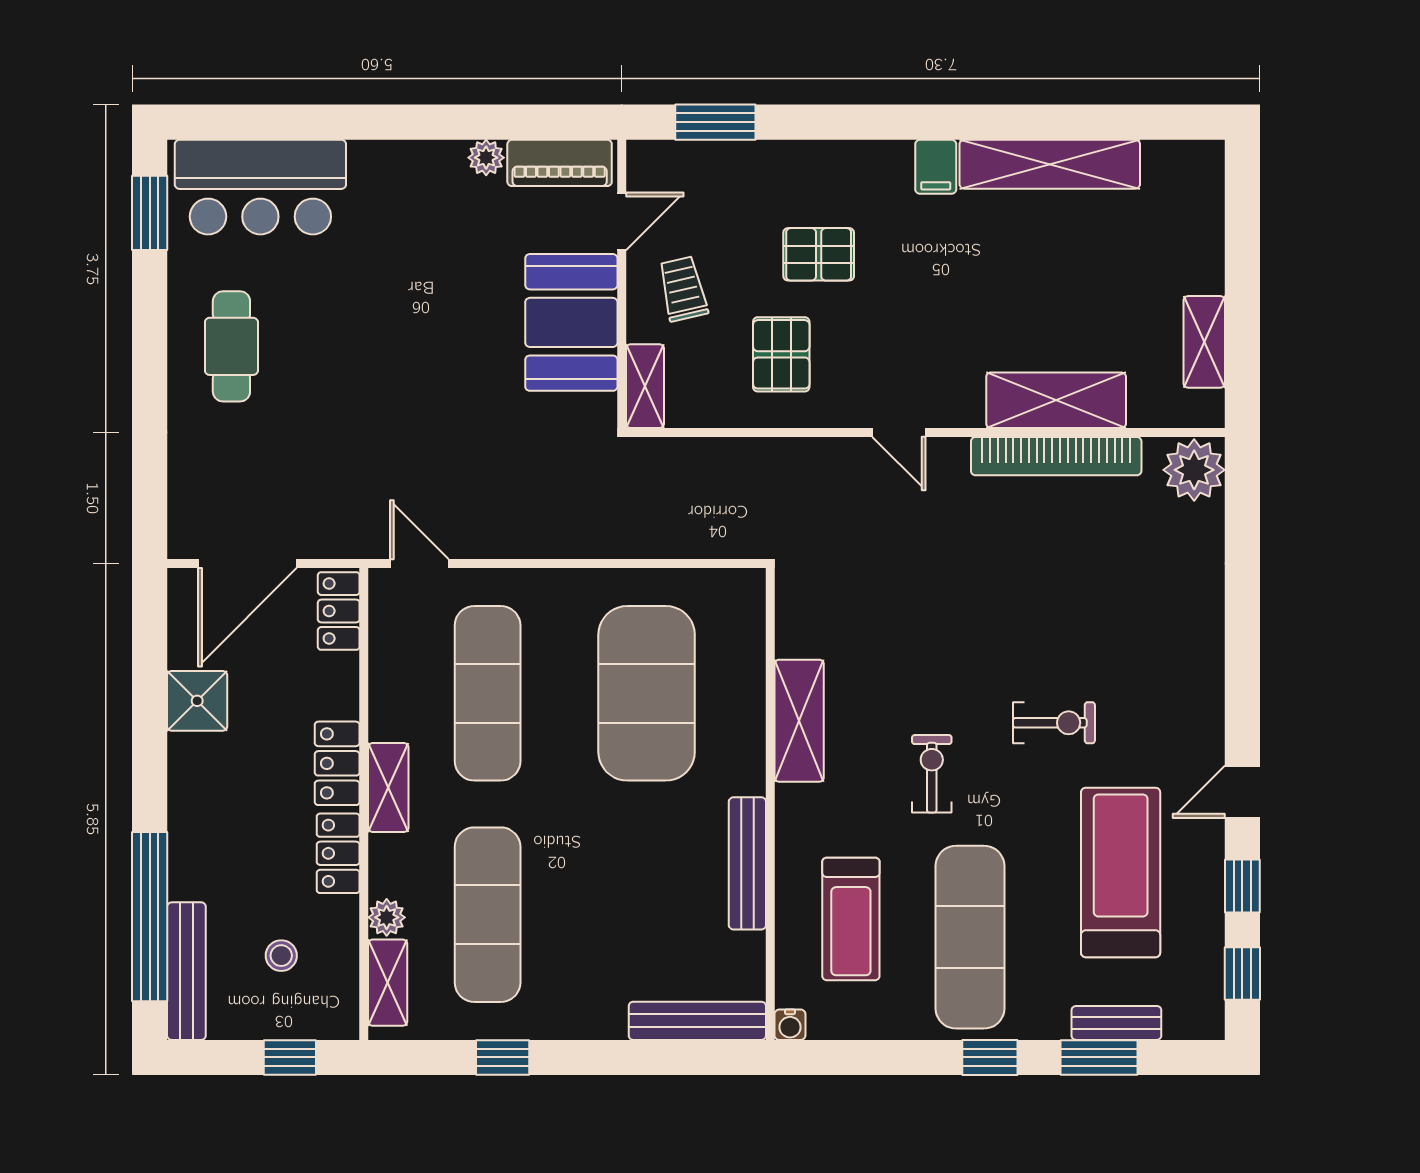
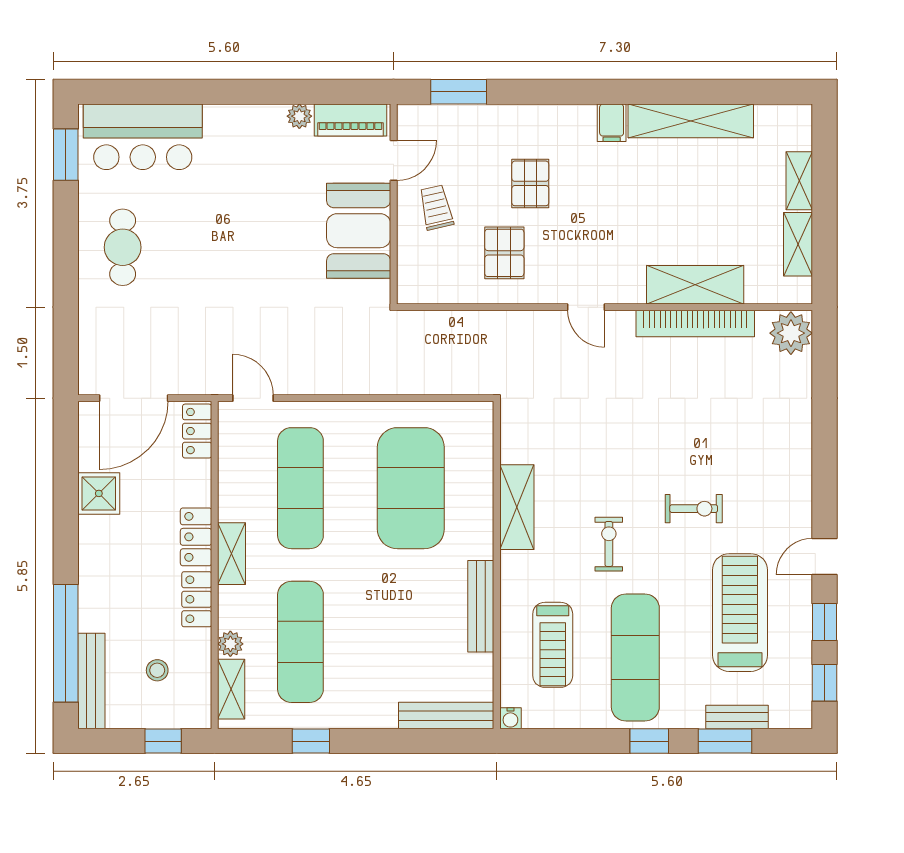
pallet: (819, 254) -> (530, 183), turned 90
shelving: (645, 386) -> (799, 181), moved

